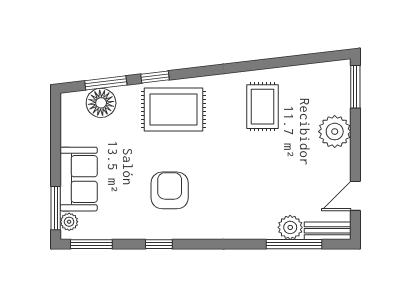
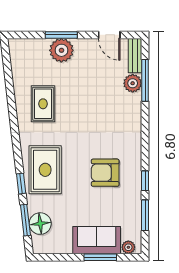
window: (355, 87) -> (61, 35), moved
rug: (263, 107) -> (43, 104), turned 90
window: (56, 208) -> (100, 257), moved
window: (91, 244) -> (145, 215), moved

